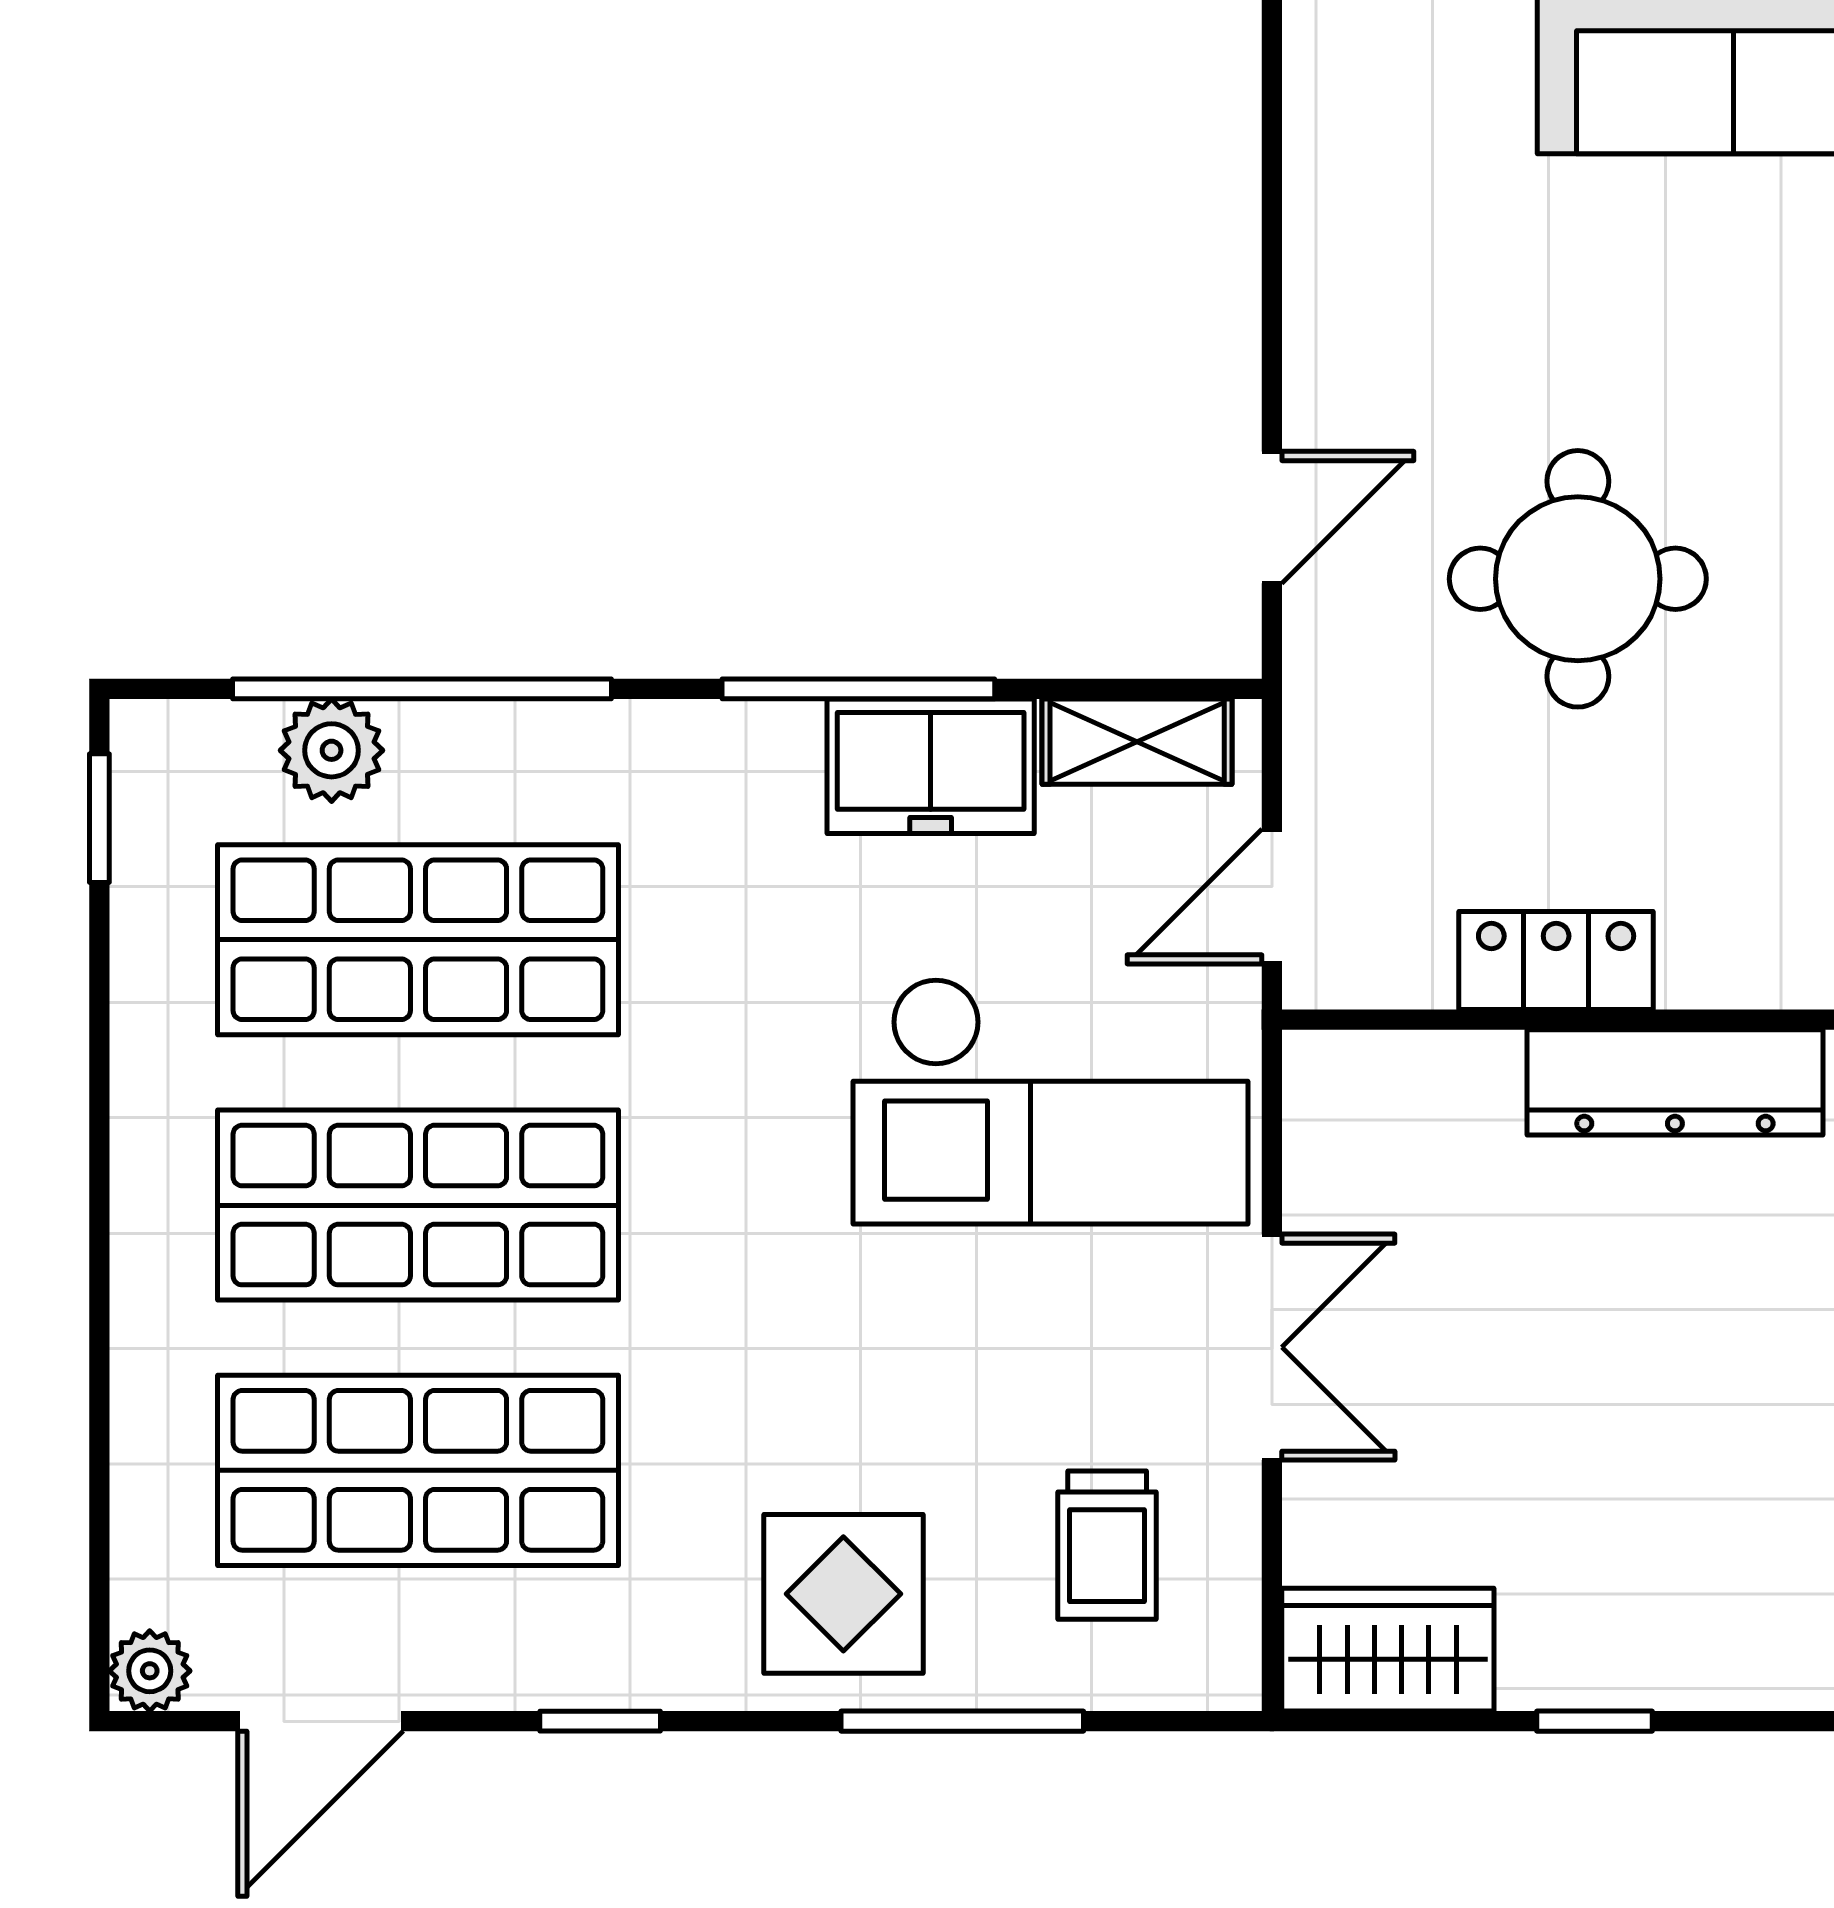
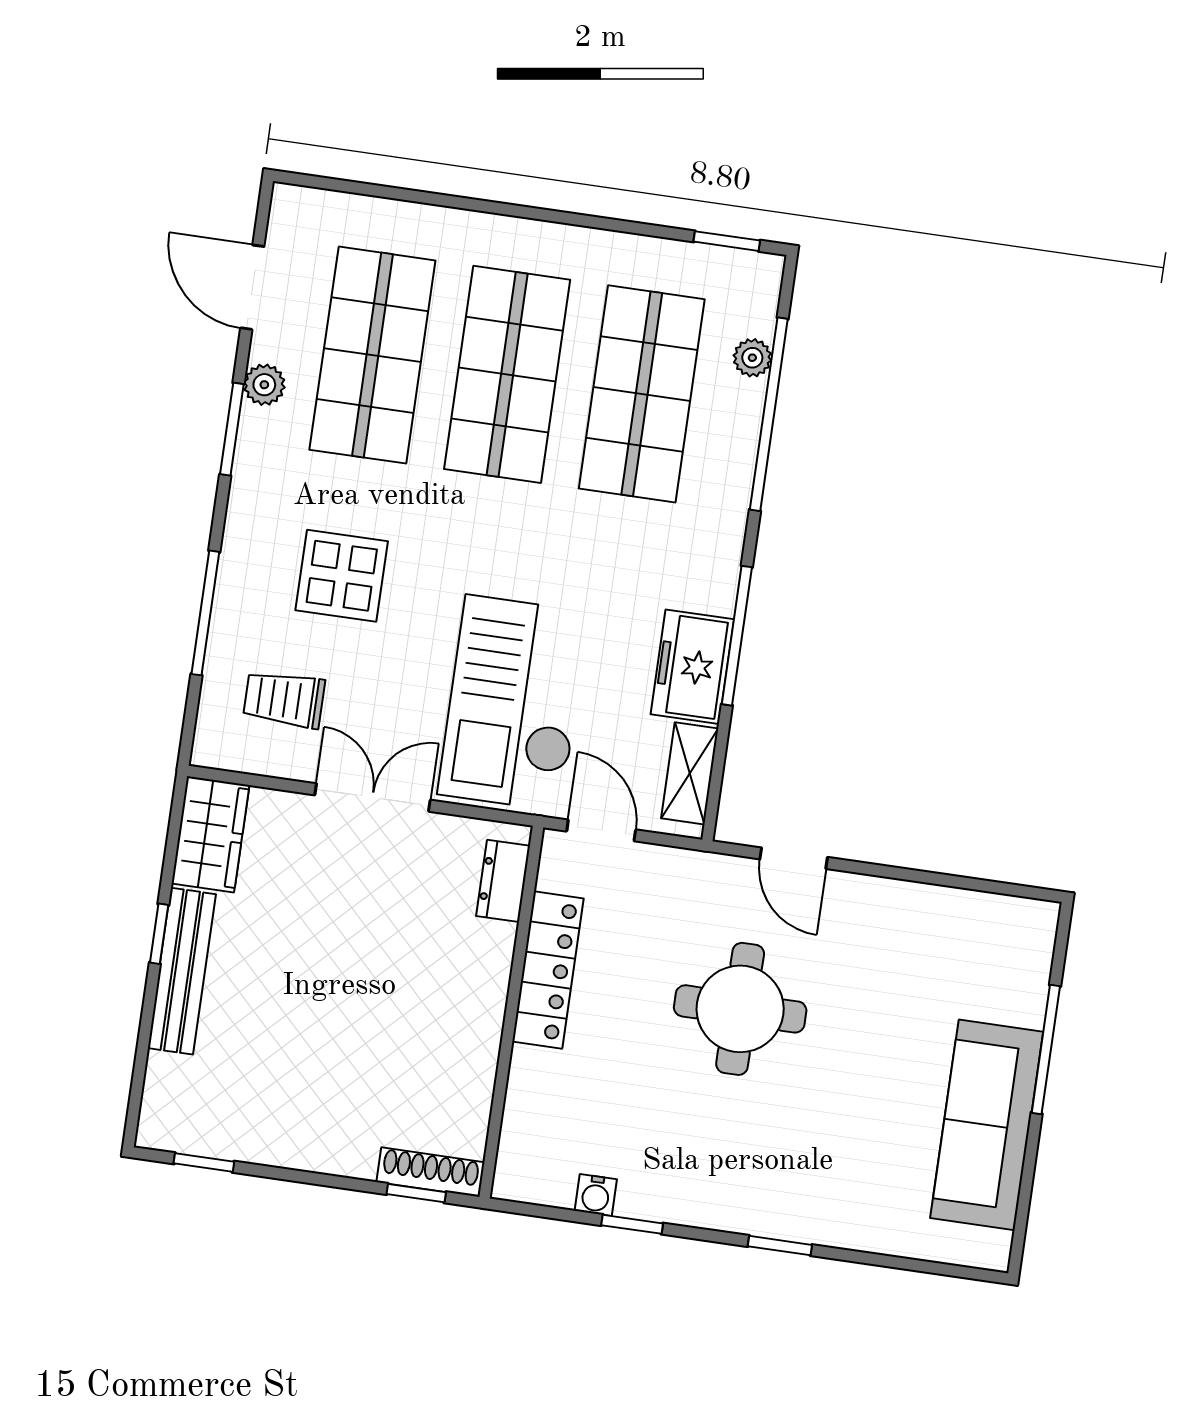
plant: (332, 750) -> (752, 358), width x0.73, depth x0.73
locker: (1556, 961) -> (548, 970), width x1.53
dresser: (1675, 1082) -> (503, 881), moved, width x0.51, depth x0.80
double door: (1272, 1347) -> (373, 797), swing flipped
display table: (843, 1594) -> (342, 576), moved
bench: (1660, 1667) -> (182, 971), added
plant: (150, 1671) -> (264, 385), moved
window: (600, 1721) -> (232, 429), width x1.50

